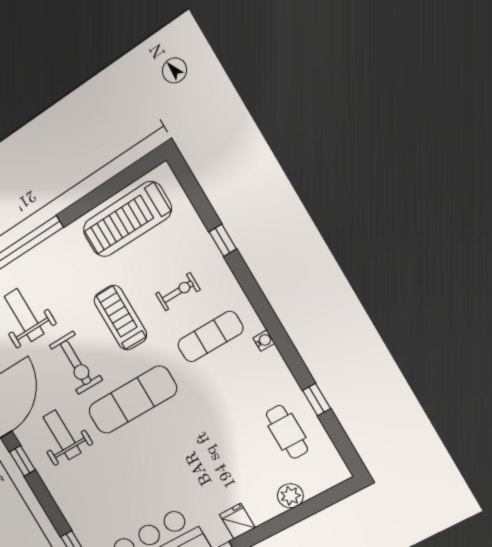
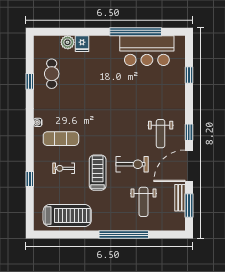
treadmill: (120, 318) -> (98, 173), turned 180
exercise bike: (76, 363) -> (132, 164), turned 90
exercise mat: (133, 400) -> (115, 130), removed
fridge: (237, 521) -> (82, 44), moved

